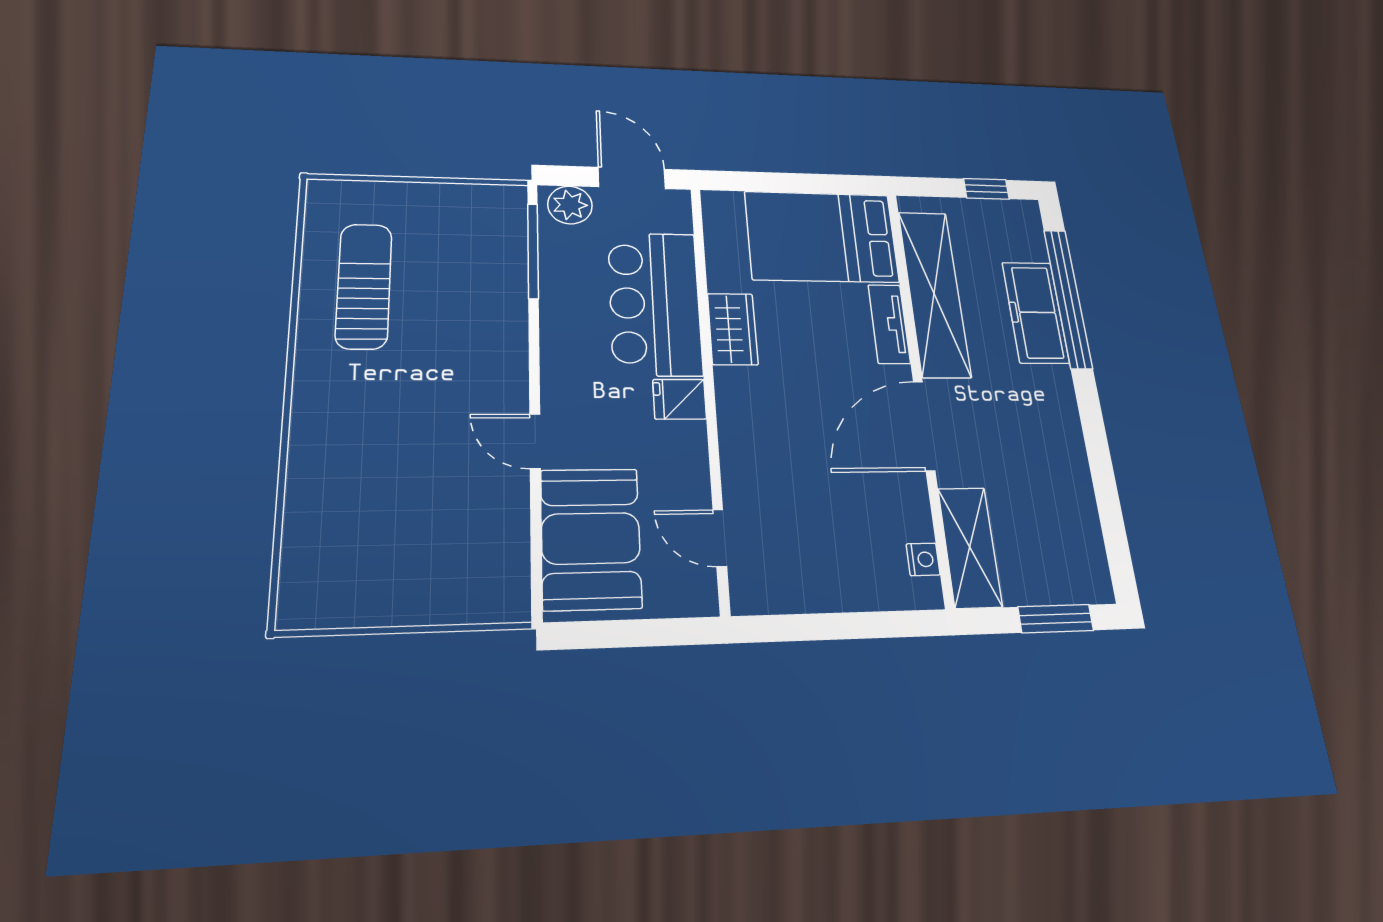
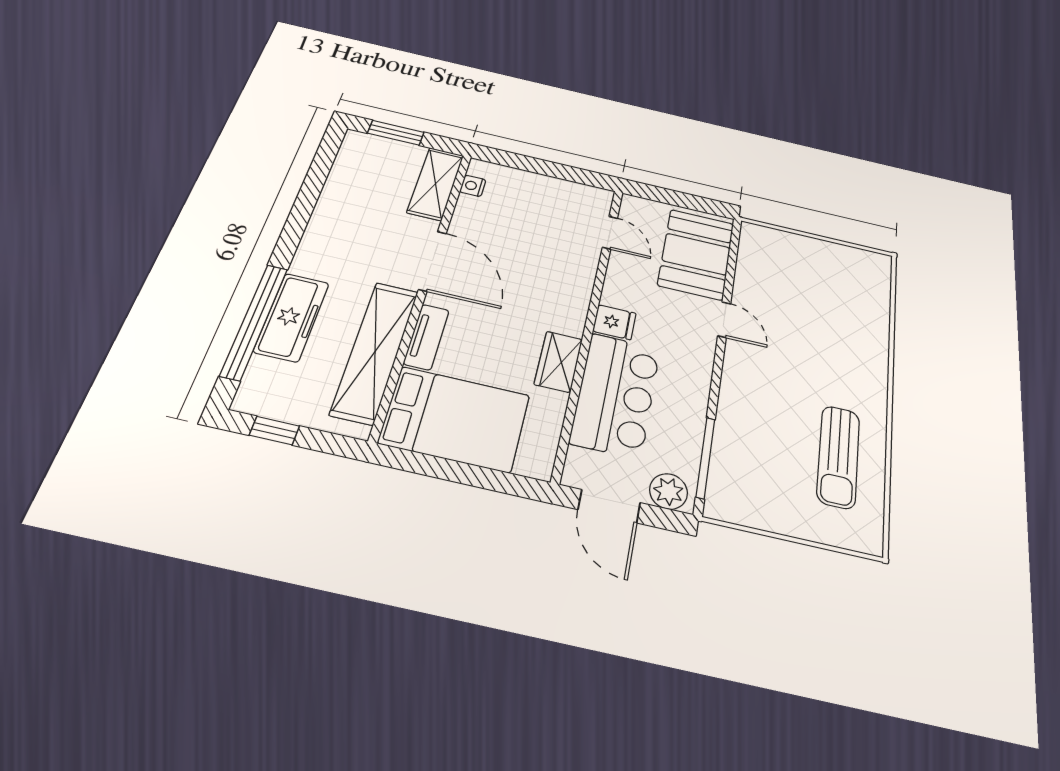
door: (924, 426) -> (432, 261), hinge flipped

